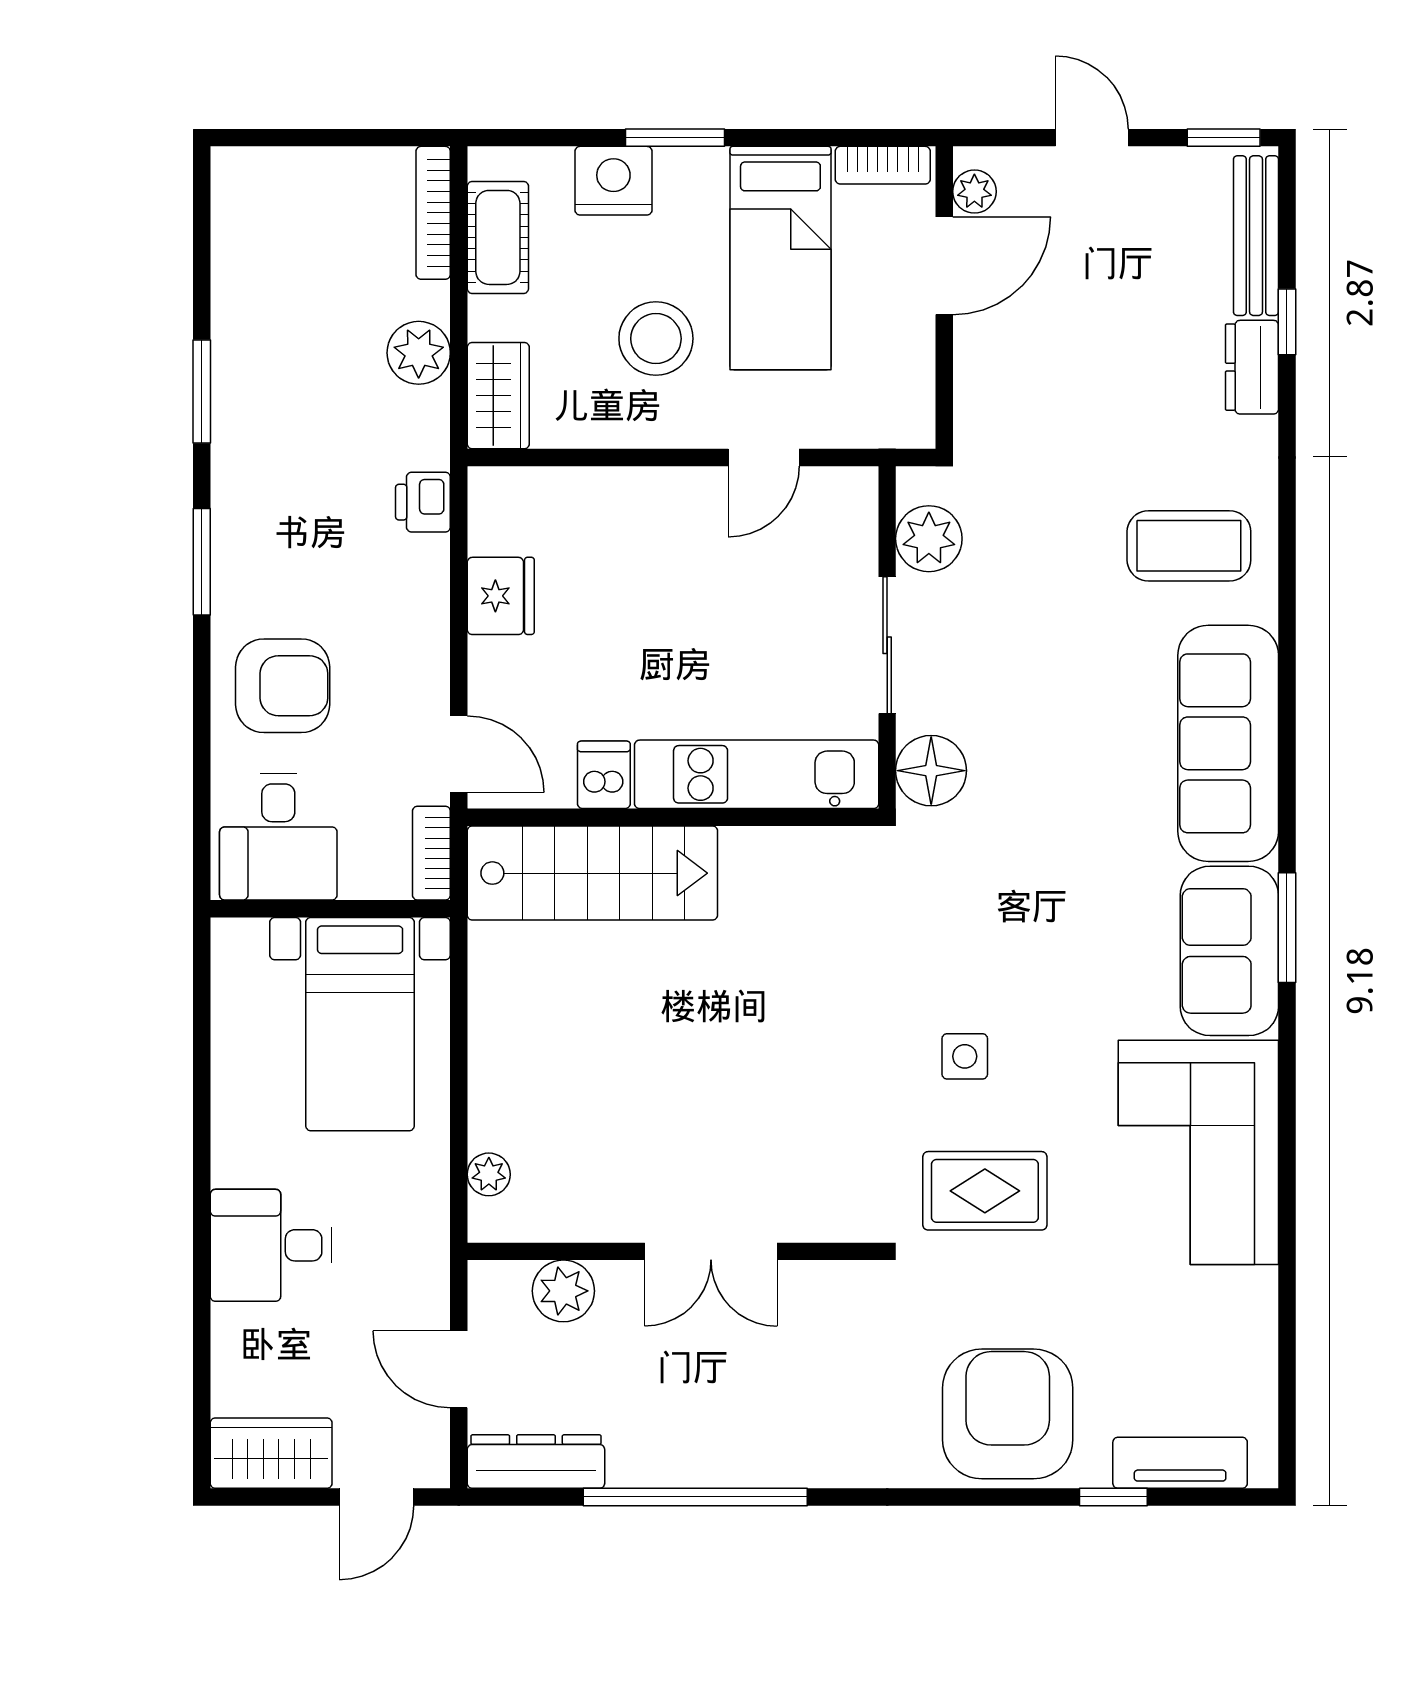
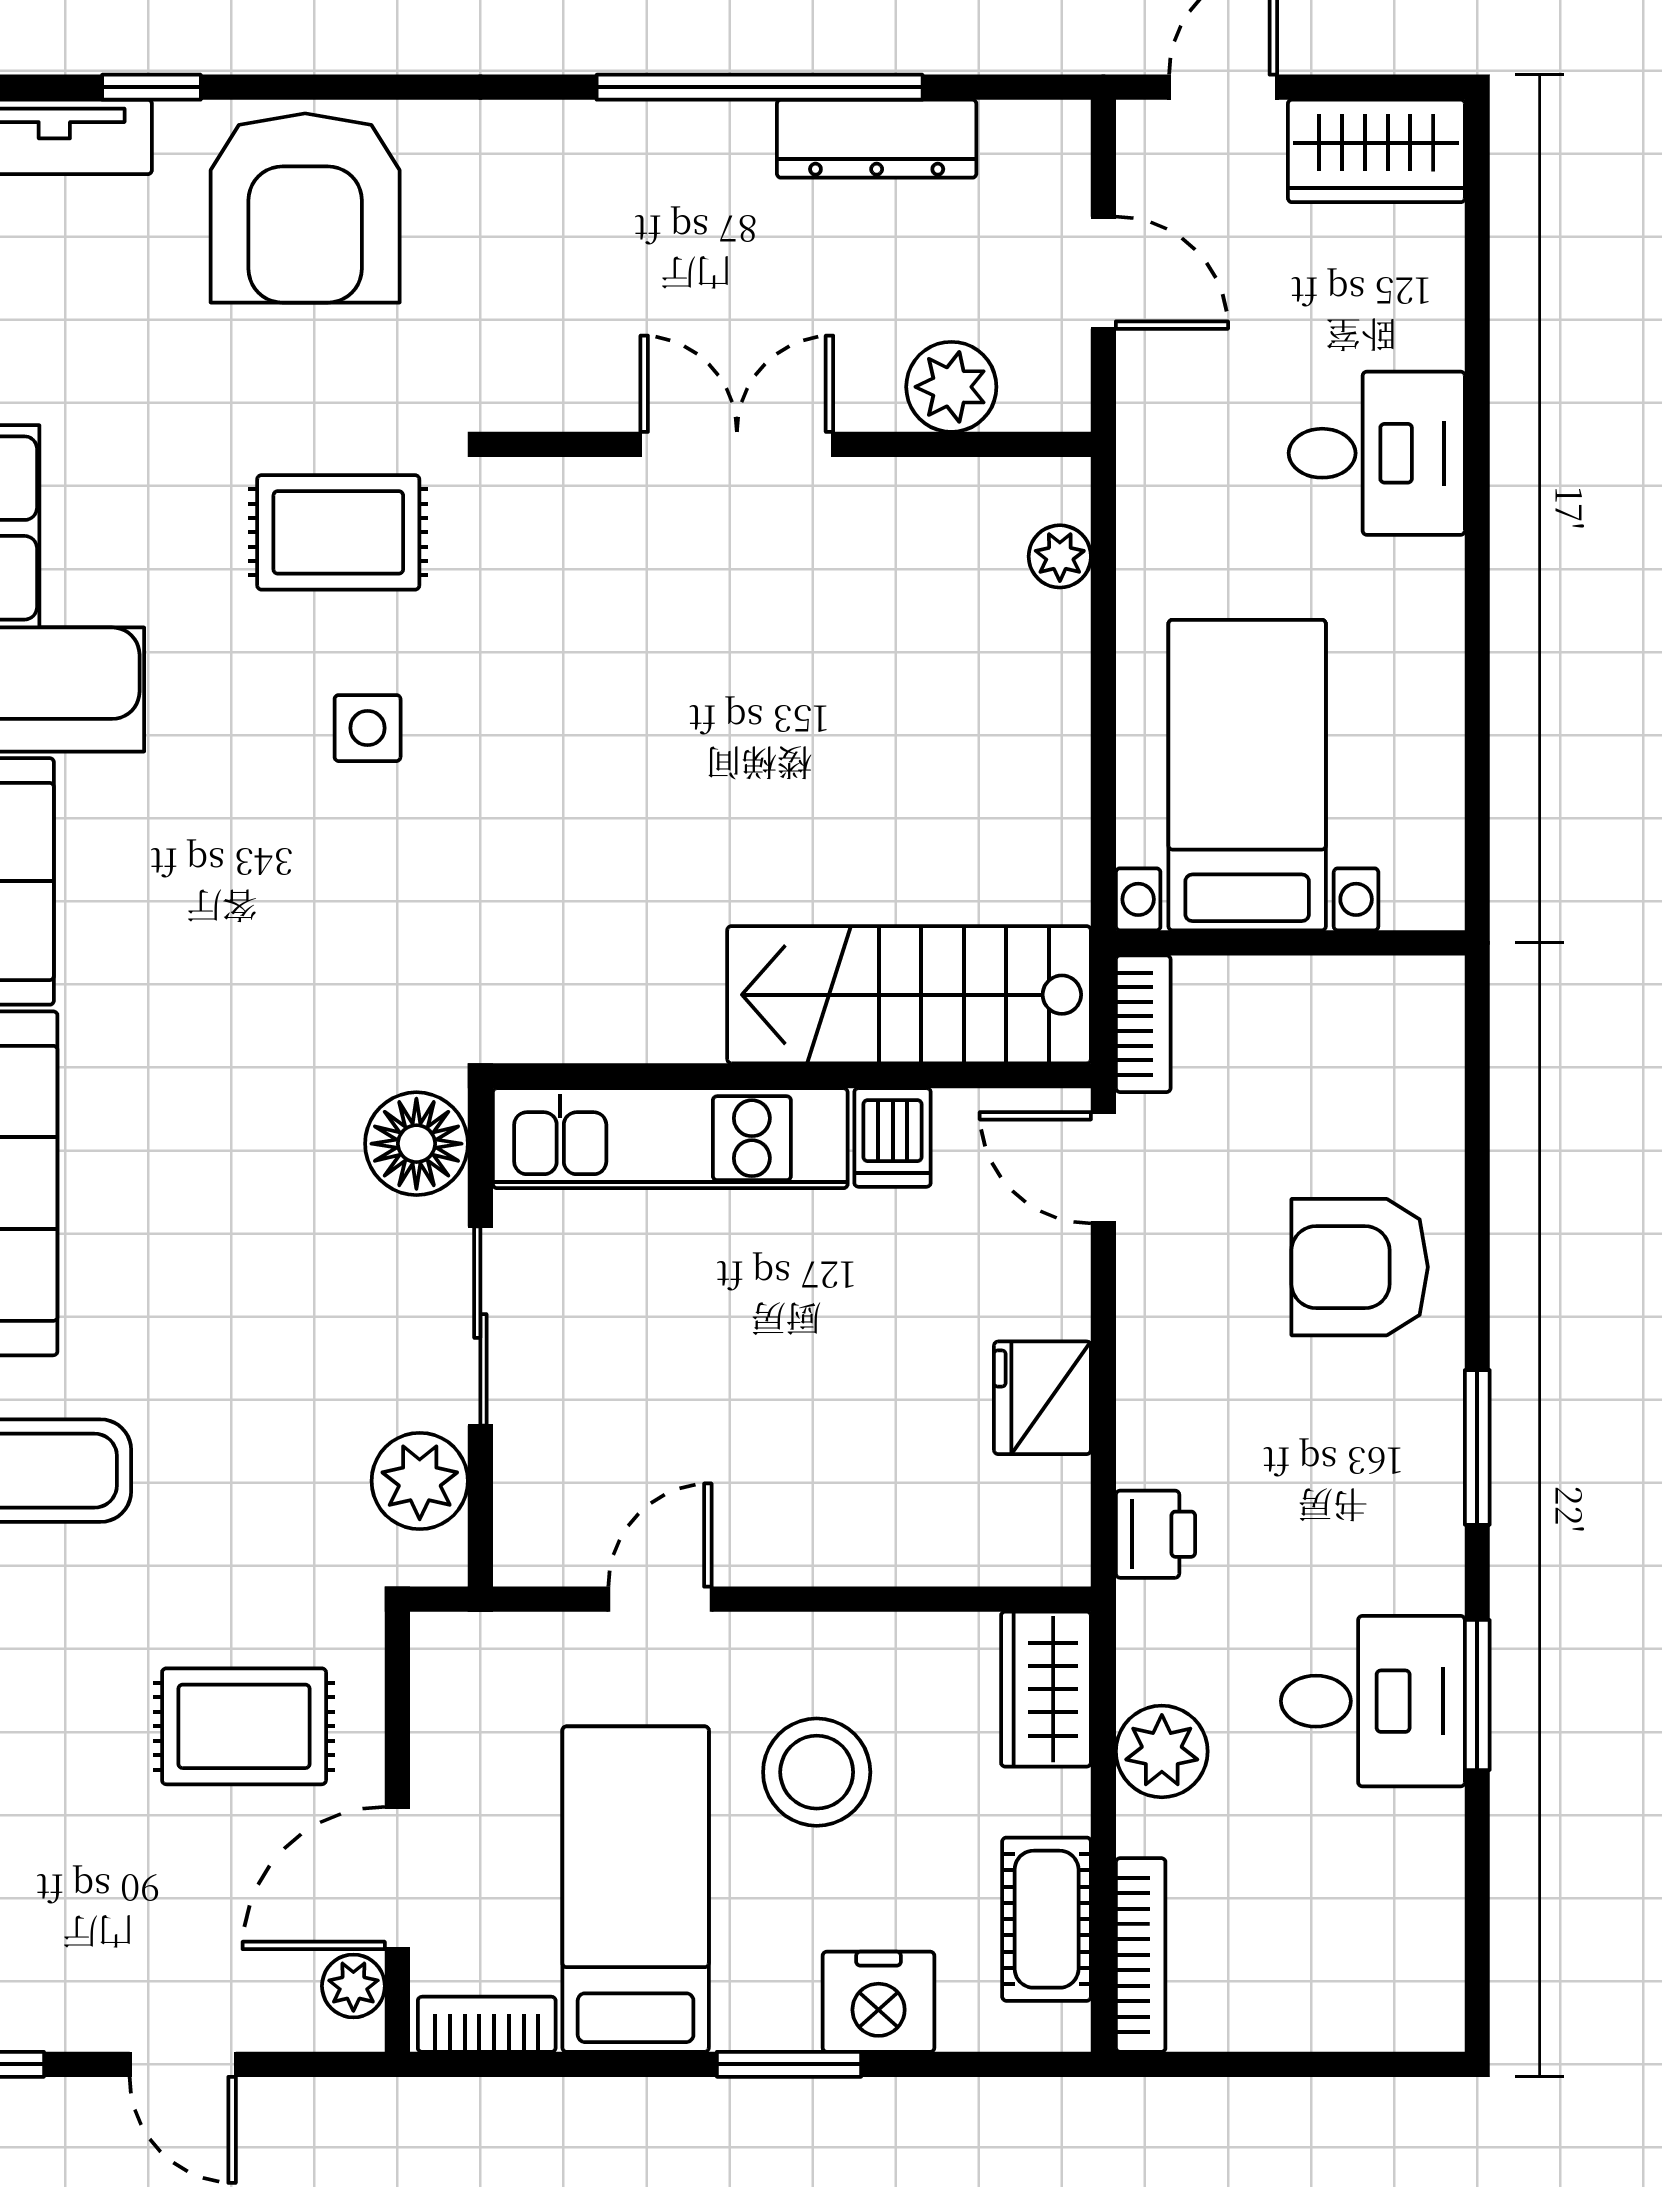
rug: (1050, 370) -> (244, 1726), added
desk: (278, 837) -> (1373, 1701), moved, turned 90
dresser: (536, 1462) -> (877, 139), moved

